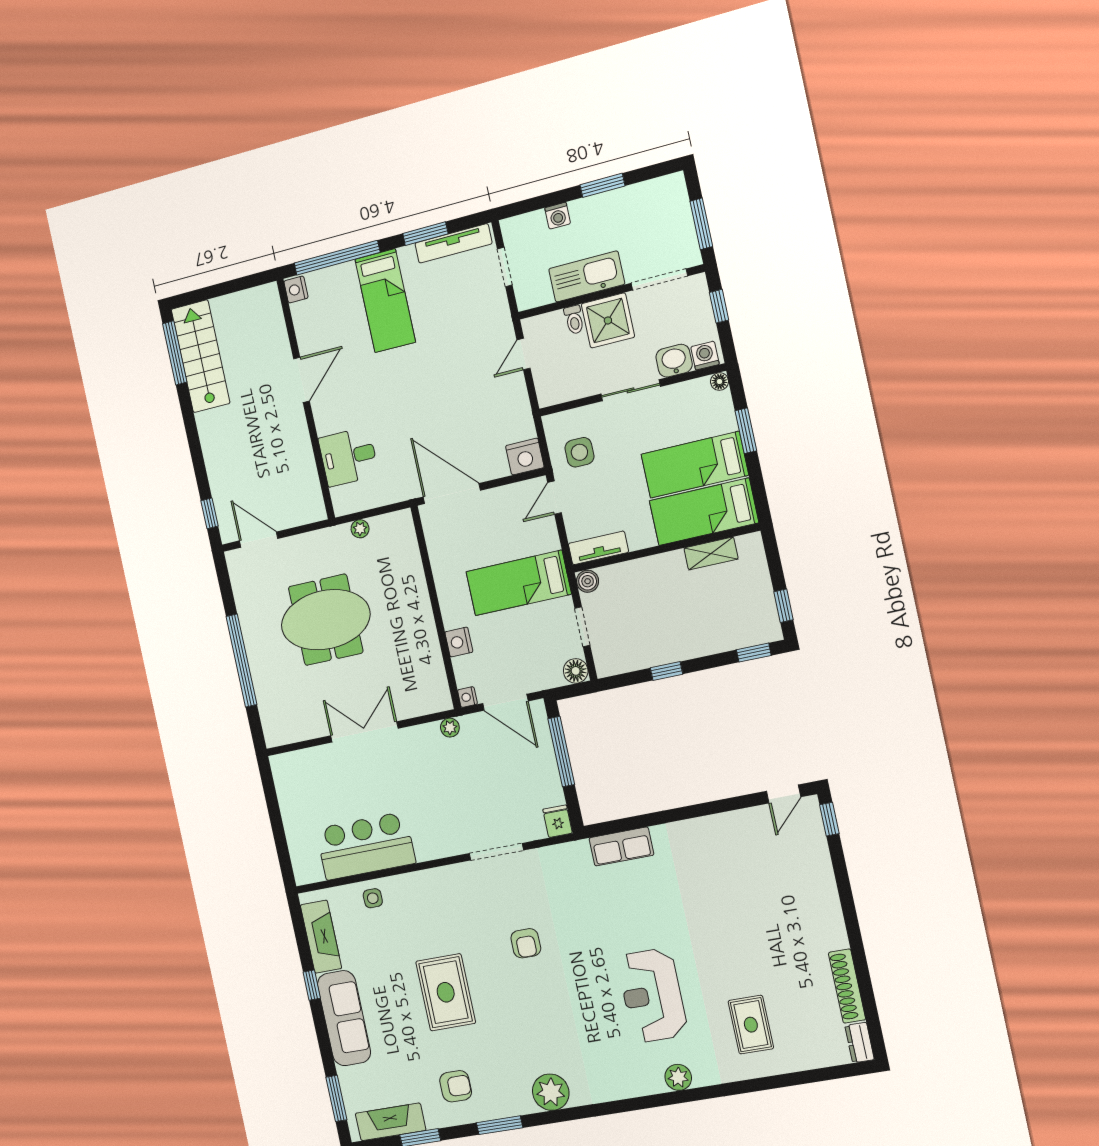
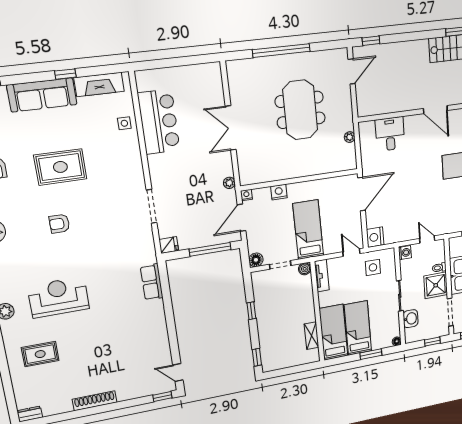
washing machine: (705, 356) -> (405, 253), moved
window: (783, 606) -> (280, 373), removed
double door: (364, 732) -> (231, 128), swing flipped
armchair: (526, 943) -> (59, 224), moved
shoe rack: (847, 986) -> (95, 401), moved

